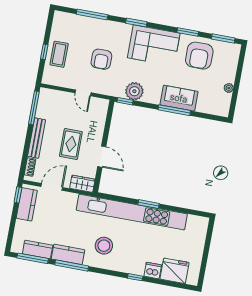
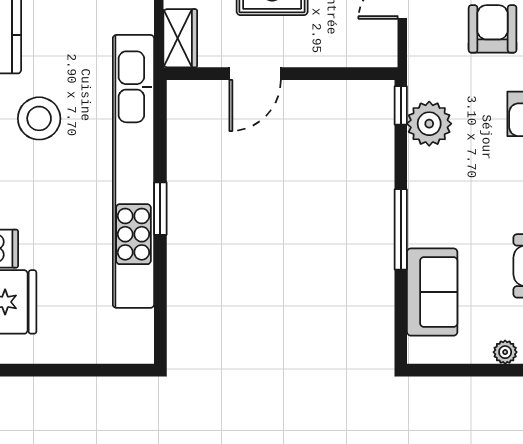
armchair: (101, 59) -> (493, 29), turned 90
plant: (229, 88) -> (505, 352), moved
sofa: (179, 98) -> (432, 292), moved

